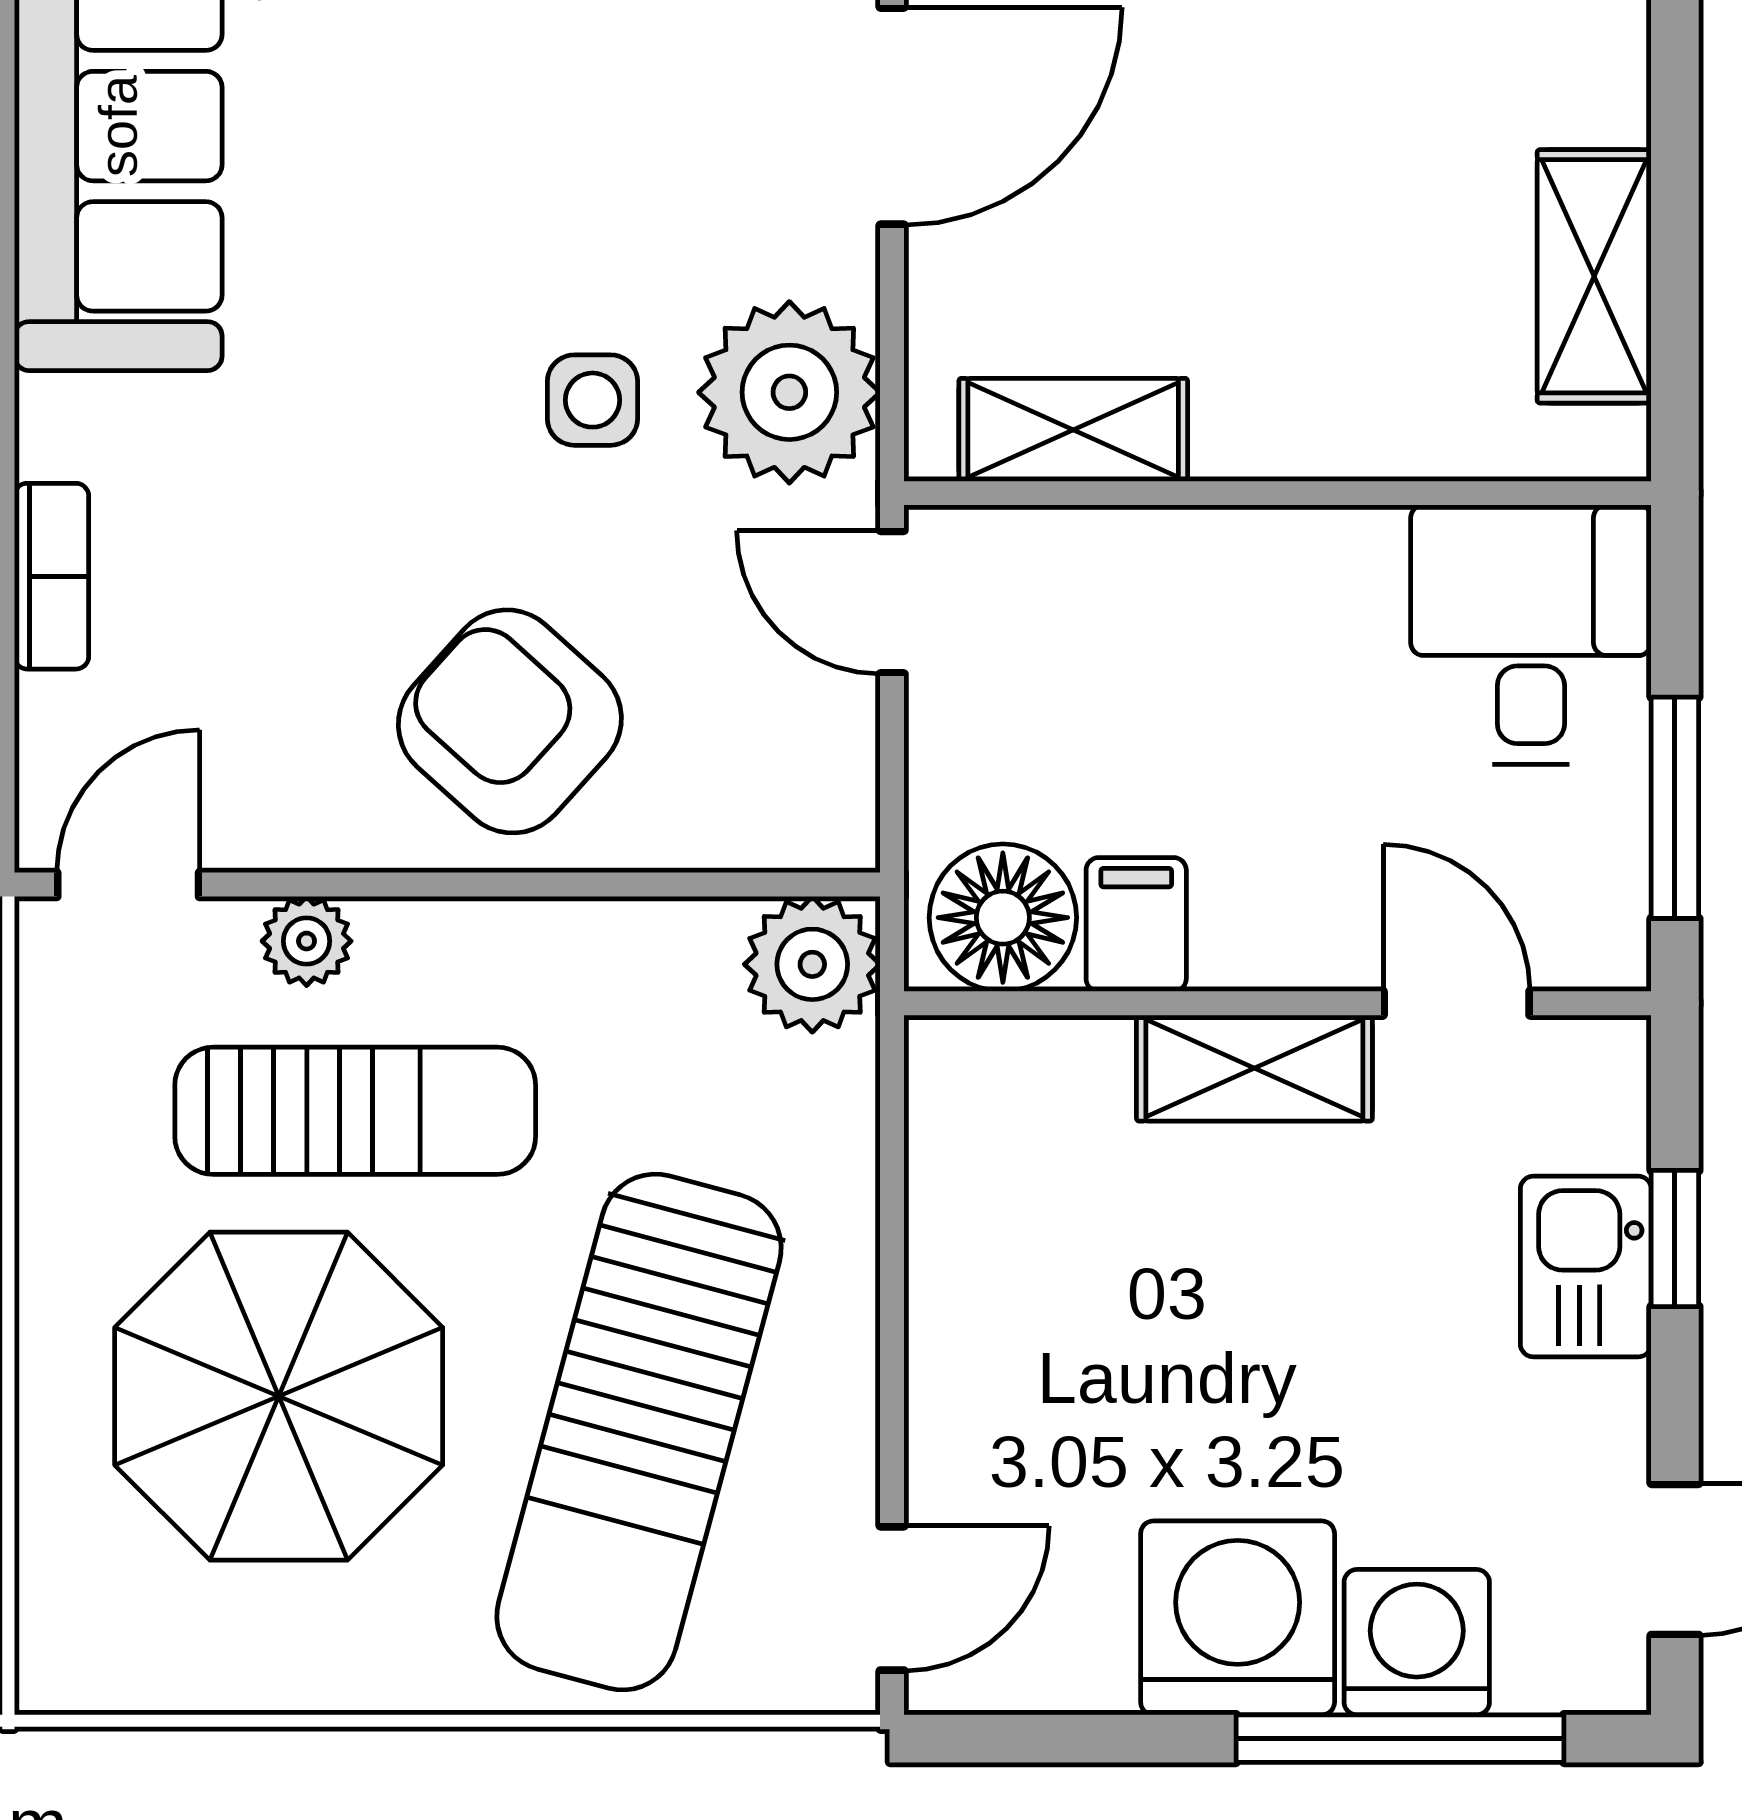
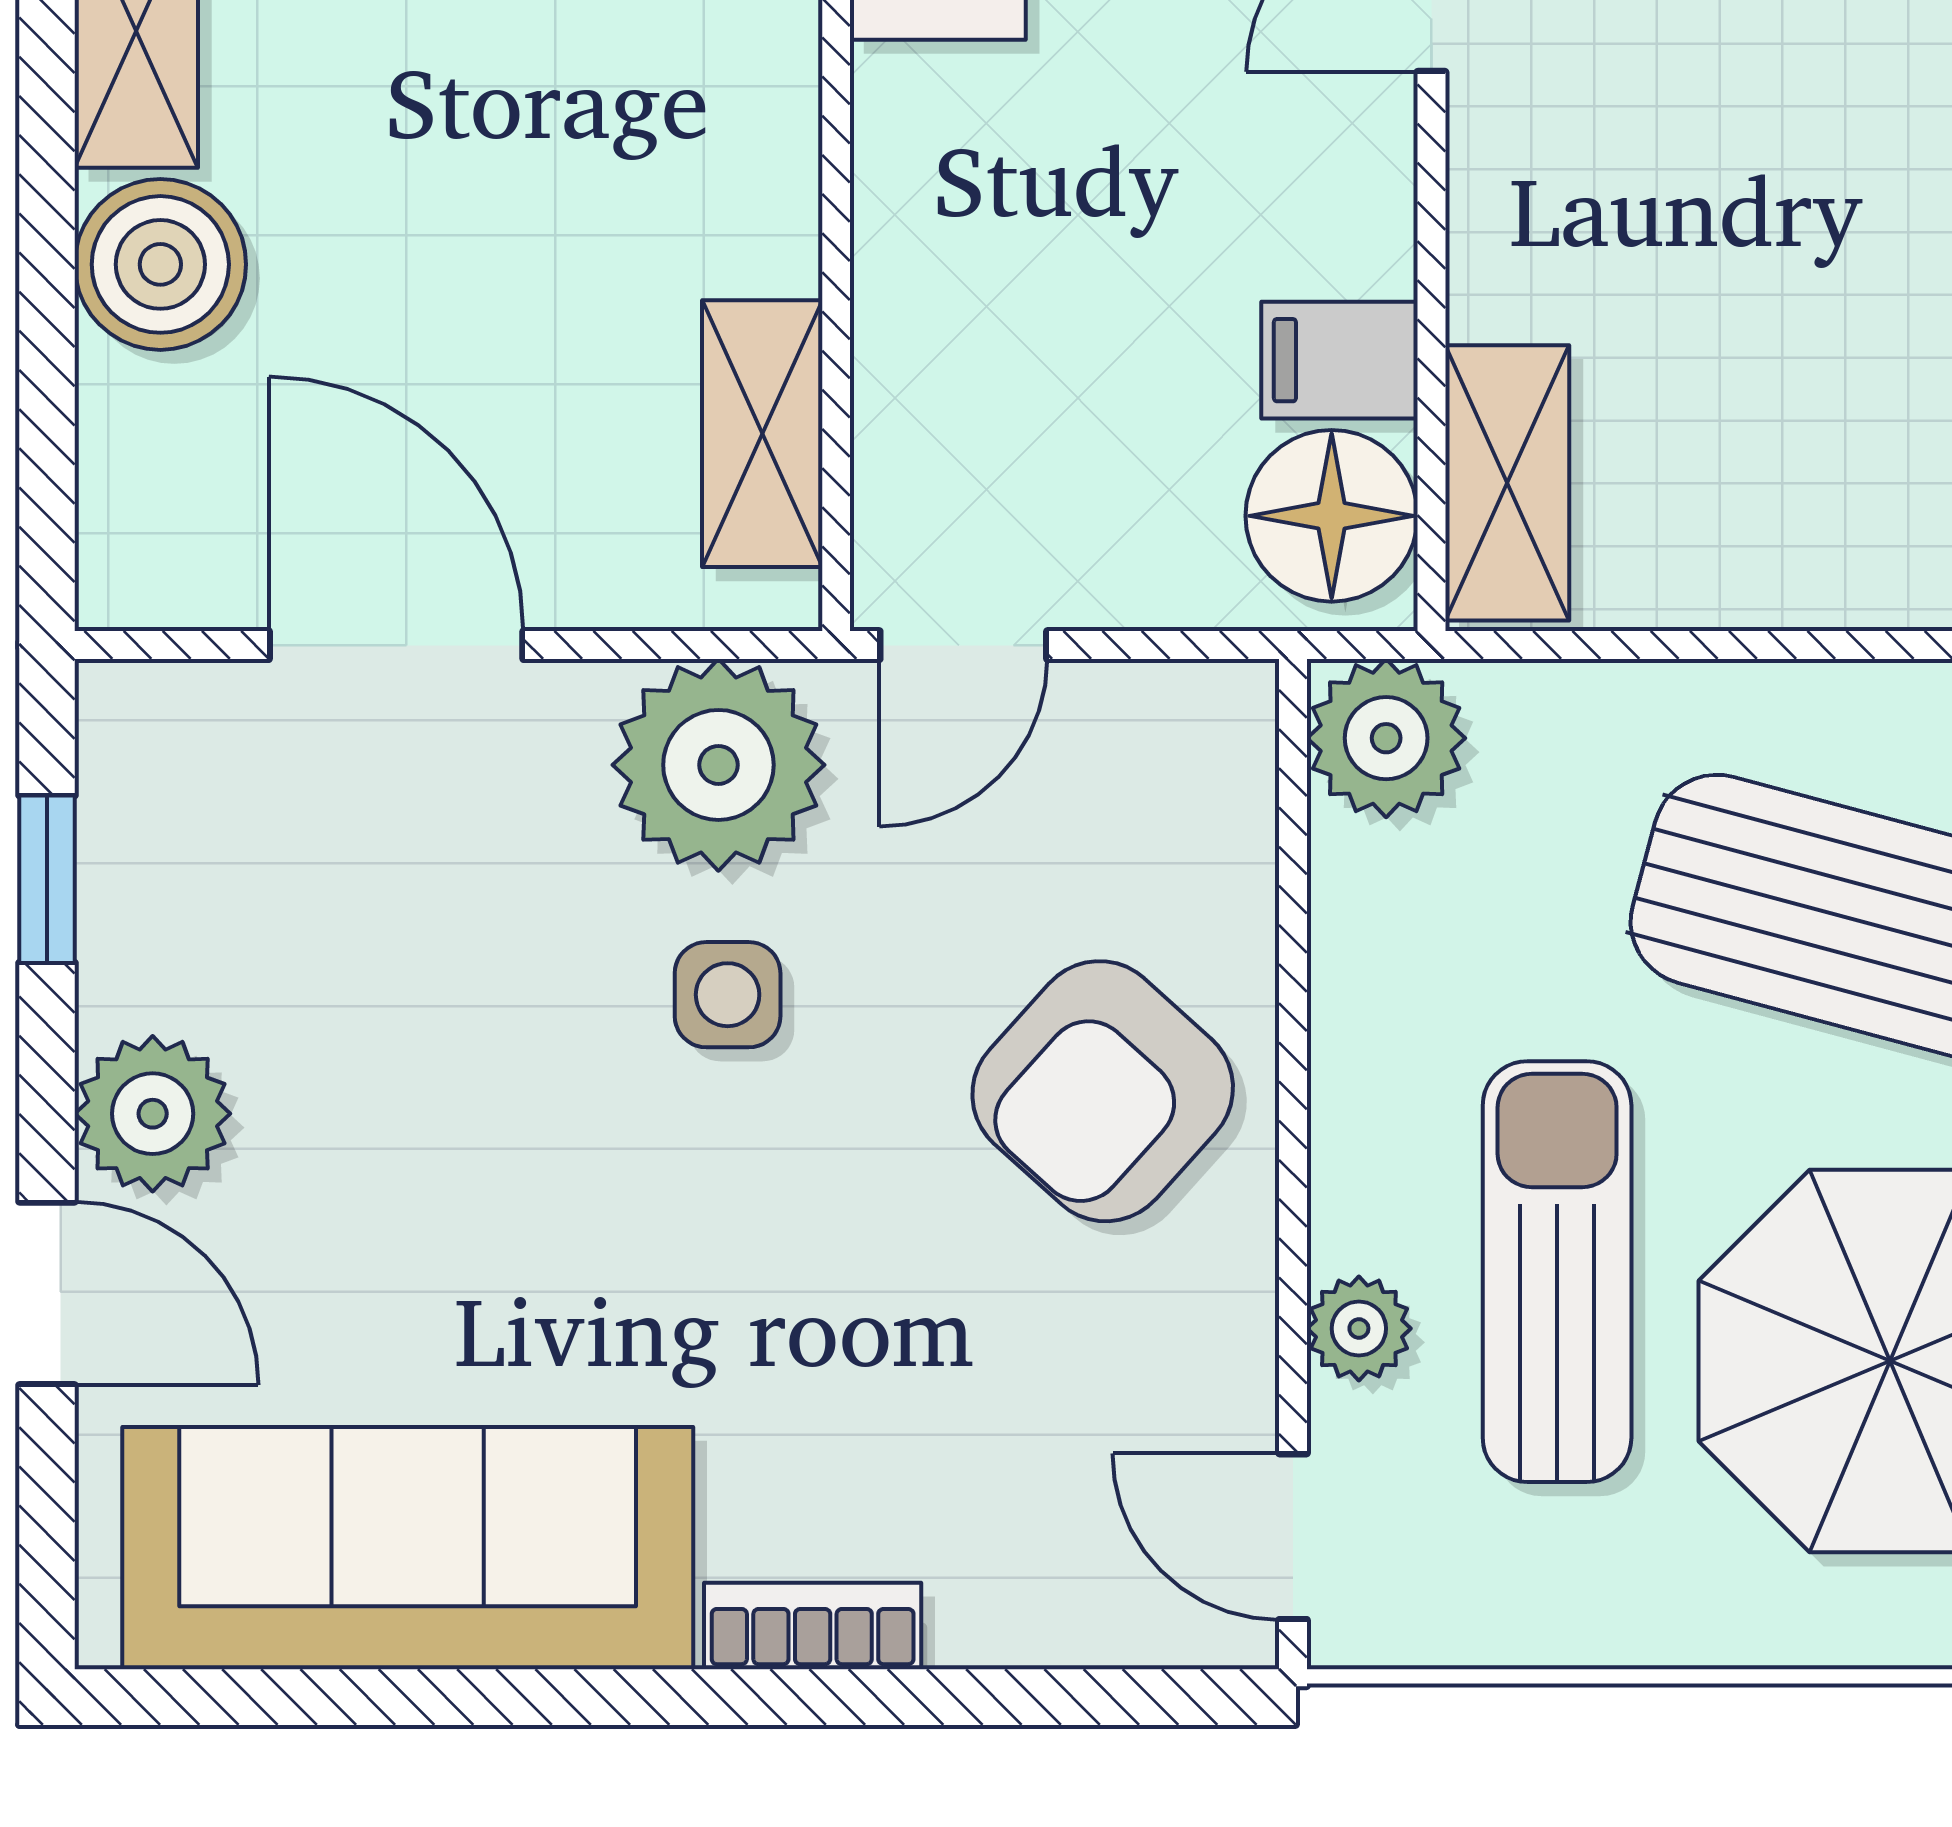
bookcase: (52, 576) -> (813, 1626), moved
shelving: (1254, 1068) -> (1507, 483), moved

